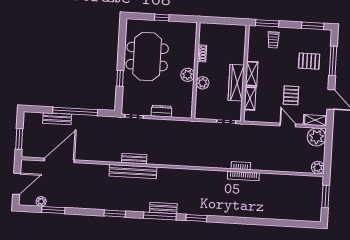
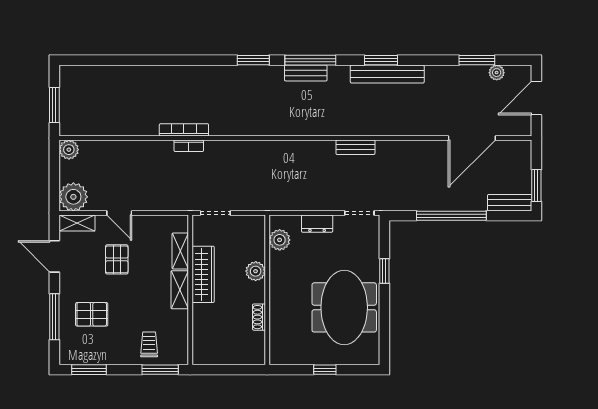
plant: (188, 75) -> (280, 240), moved
bench: (57, 119) -> (510, 203), moved
window: (19, 139) -> (536, 185), moved
bench: (133, 172) -> (387, 74), moved

